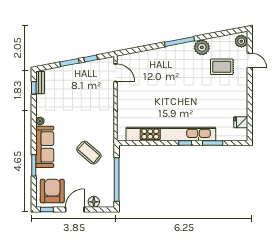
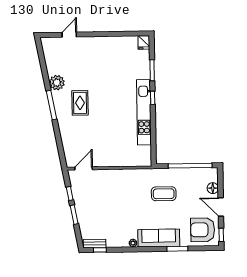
plant: (241, 41) -> (50, 43), removed
rug: (222, 67) -> (80, 103), moved
fridge: (241, 122) -> (144, 42), moved
kitchen unit: (171, 134) -> (144, 112), width x0.73
coffee table: (89, 153) -> (164, 194), turned 49

